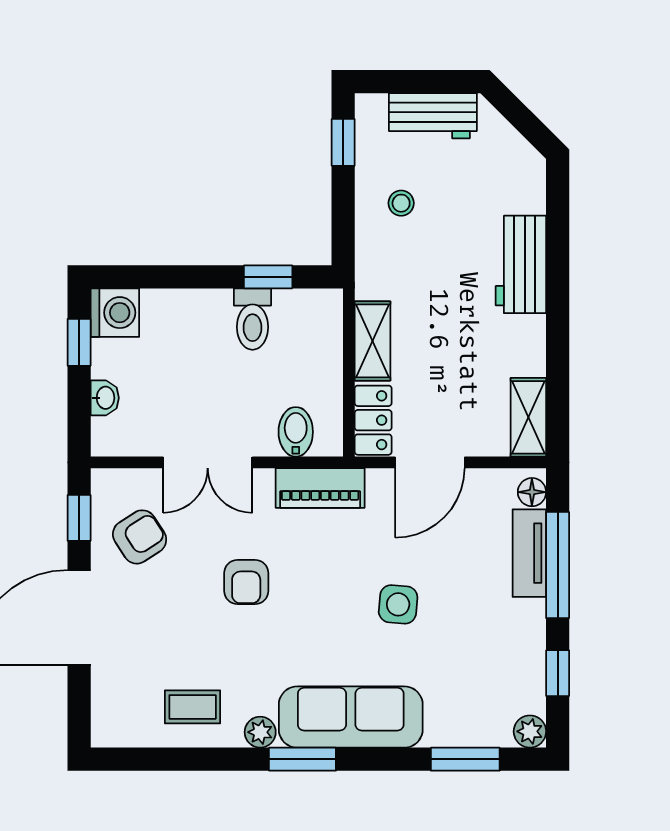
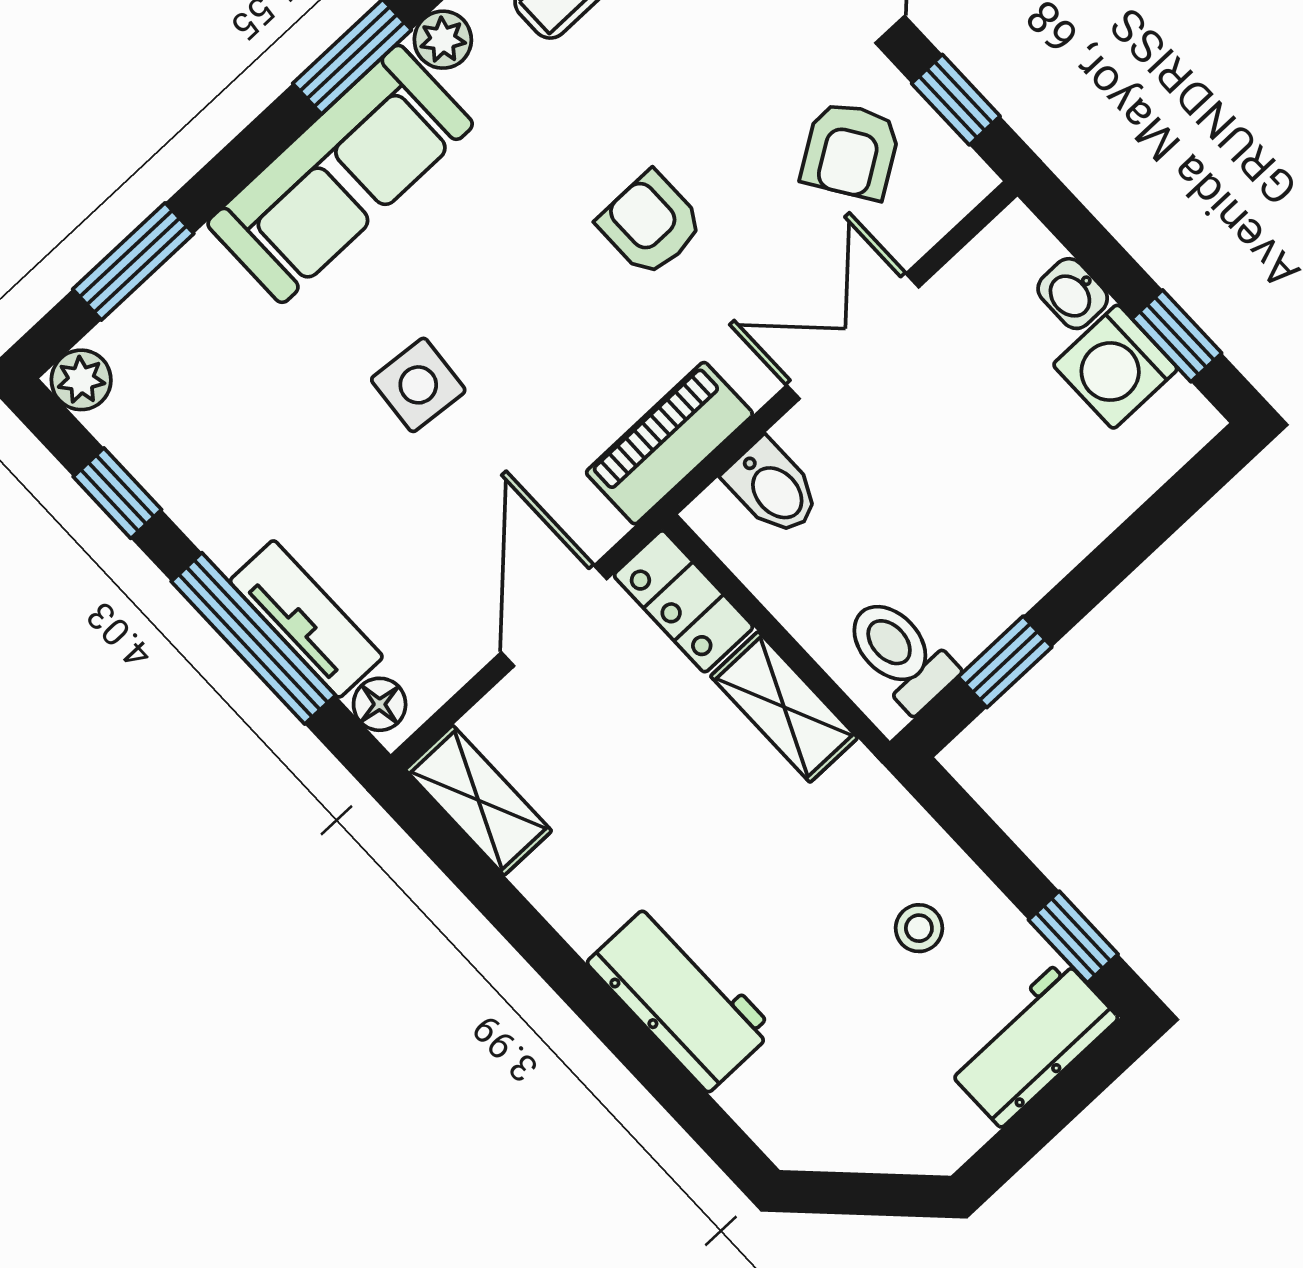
workbench: (433, 116) -> (1032, 1043), moved
washing machine: (115, 313) -> (1115, 367), moved
toilet: (253, 319) -> (900, 654), moved

